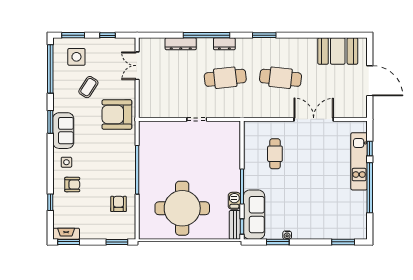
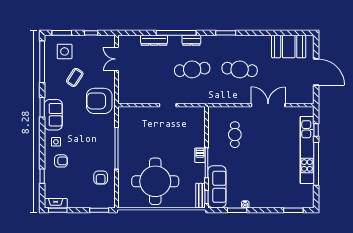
kitchen unit: (359, 161) -> (307, 150), width x1.36
barbecue: (234, 201) -> (200, 155), moved
armchair: (118, 204) -> (101, 178), turned 180

